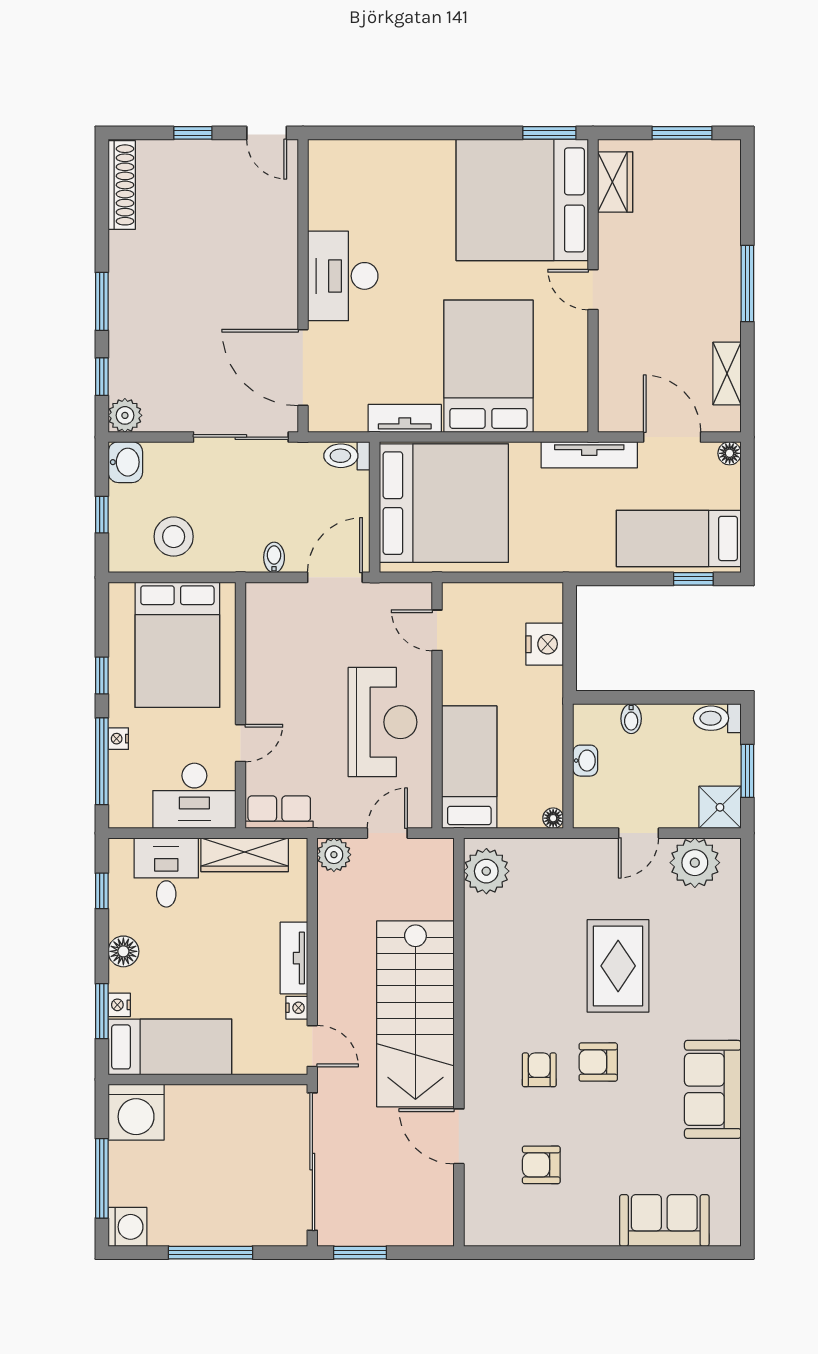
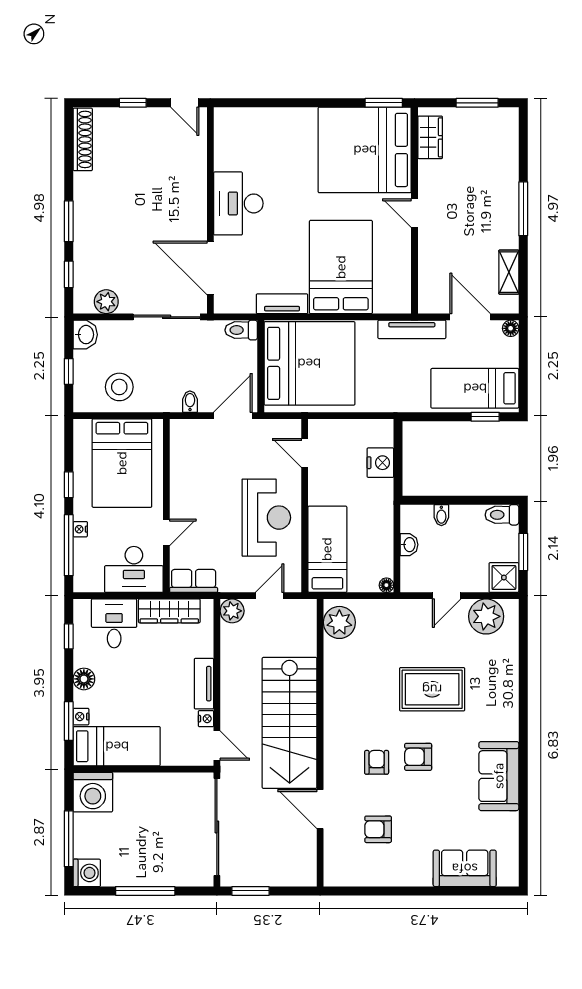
plant: (125, 415) -> (106, 302), moved
rug: (618, 966) -> (432, 689), turned 90

